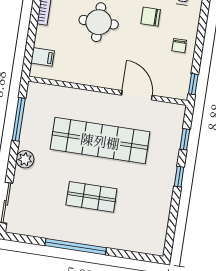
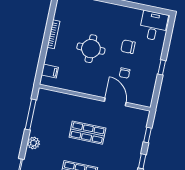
chair: (179, 46) -> (125, 73), moved
window: (193, 84) -> (162, 67), moved
shop shelf: (100, 141) -> (87, 133), width x0.50, depth x0.74

